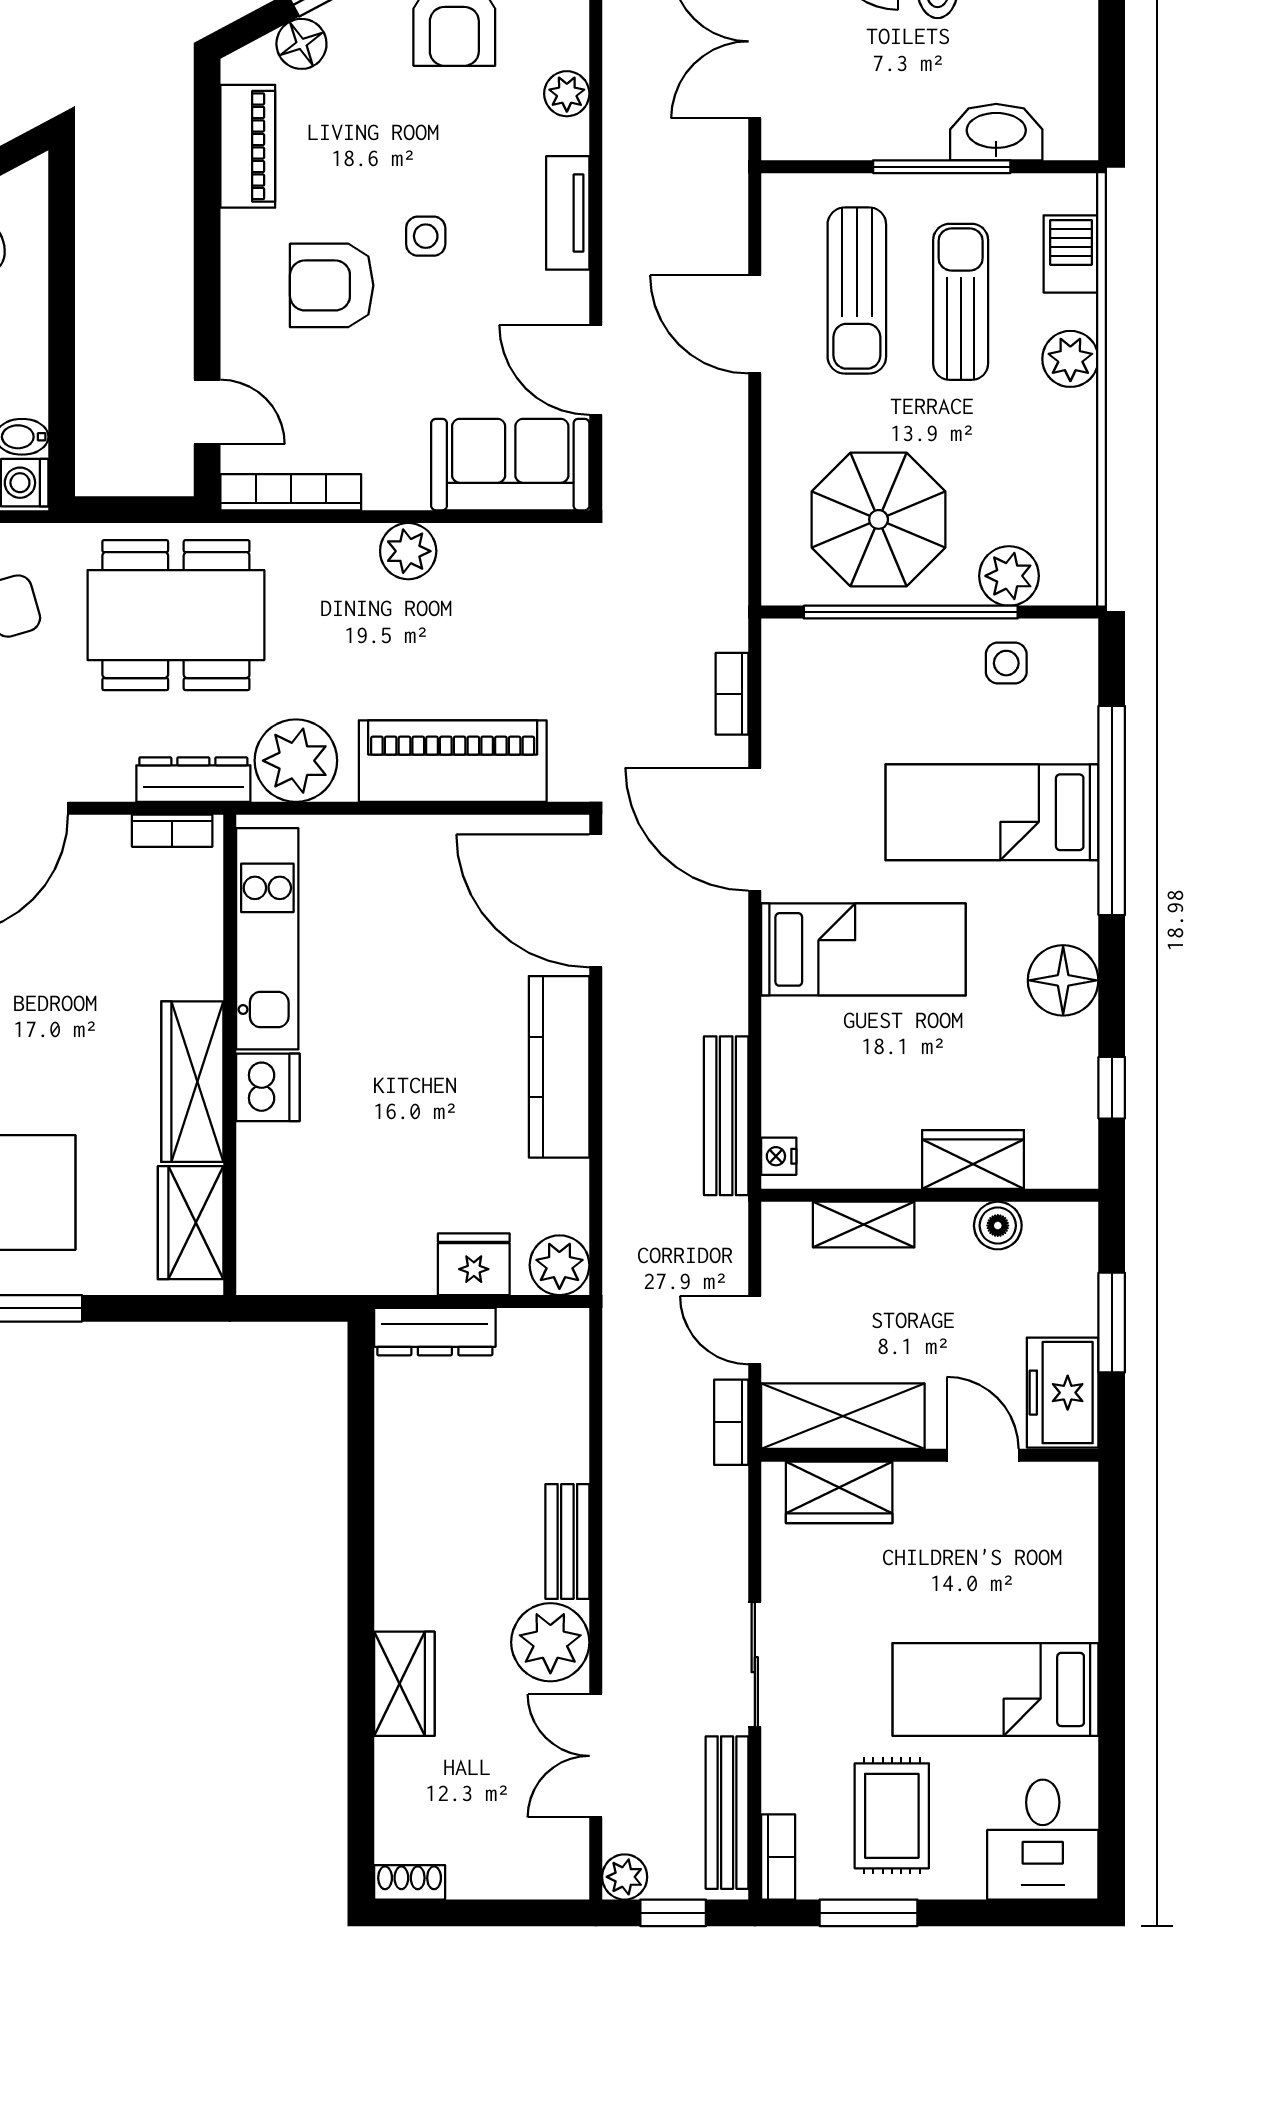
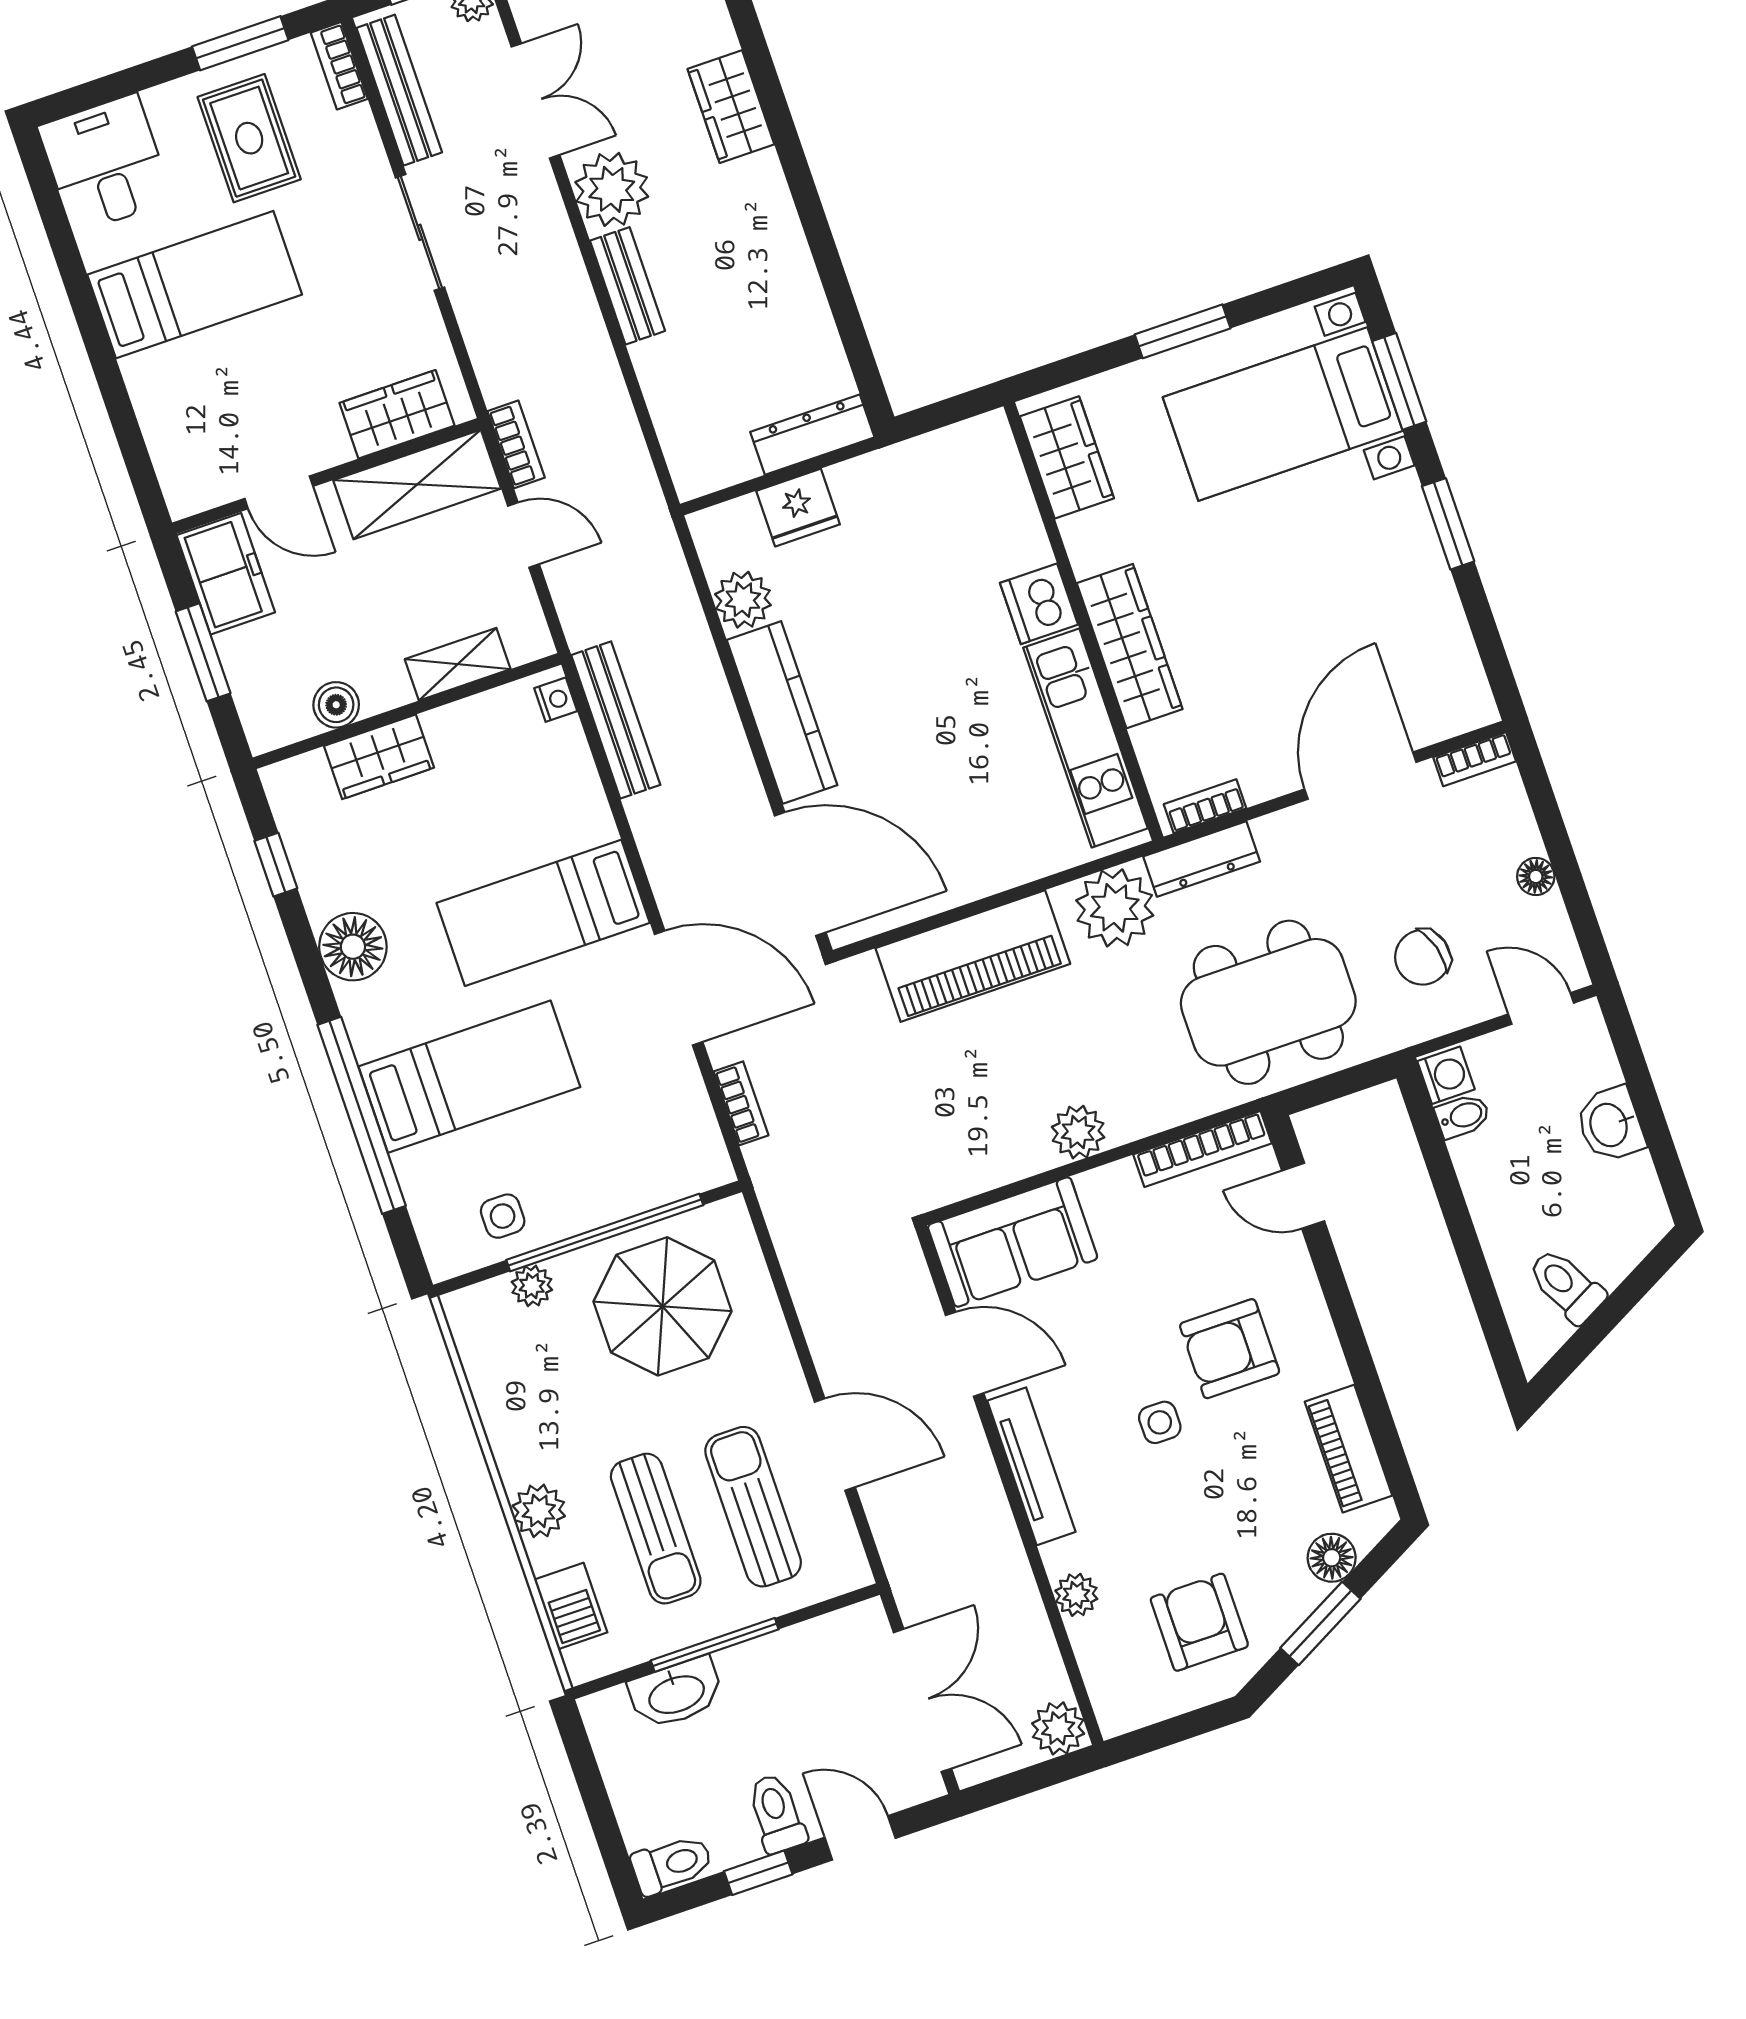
tv unit: (568, 213) -> (1031, 1466), width x1.41
armchair: (332, 285) -> (1230, 1349), turned 180
plant: (1009, 576) -> (532, 1286), width x0.73, depth x0.73
wardrobe: (192, 1082) -> (1130, 646), moved
plant: (559, 1265) -> (743, 600), moved

